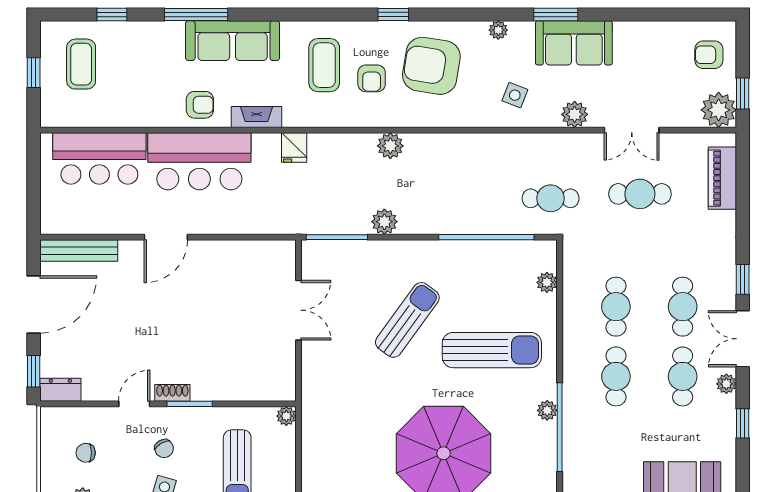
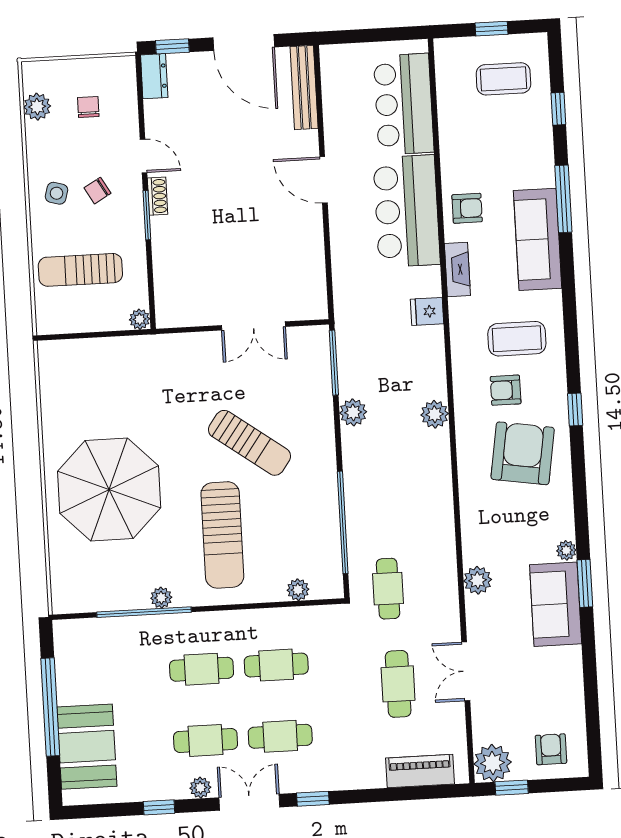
plant: (498, 30) -> (566, 550), moved
side table: (515, 95) -> (496, 544), removed
armchair: (200, 105) -> (467, 208), turned -90
plant: (575, 114) -> (478, 580), moved

